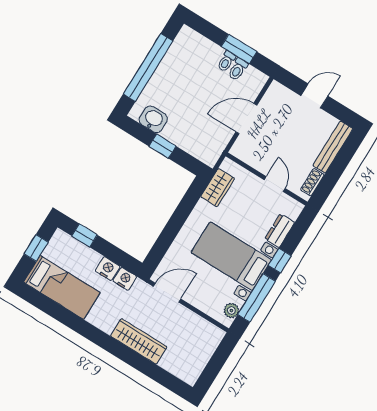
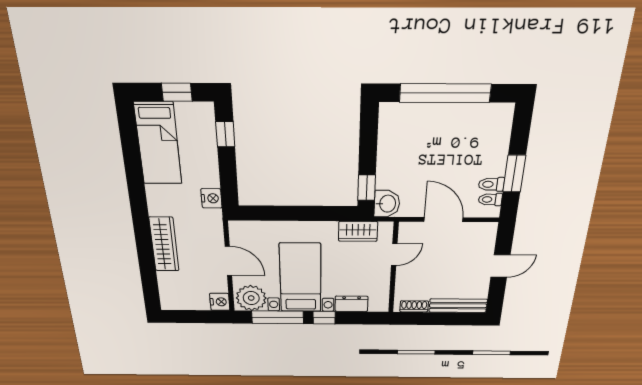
toilet: (226, 61) -> (490, 199), moved
door: (314, 96) -> (500, 266), hinge flipped
washbasin: (153, 119) -> (387, 204), moved
window: (162, 146) -> (367, 188), moved
door: (275, 184) -> (394, 254), moved
nightstand: (108, 269) -> (220, 302), moved
door: (167, 293) -> (228, 261), moved
plant: (231, 310) -> (251, 298), width x1.88, depth x1.88

